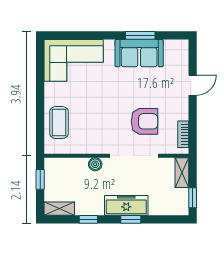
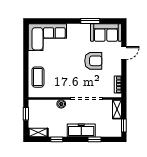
sofa: (139, 53) -> (106, 32), moved
armchair: (144, 121) -> (93, 61), moved
window: (131, 219) -> (95, 139), moved

